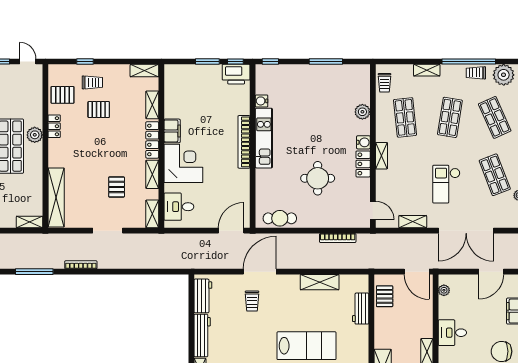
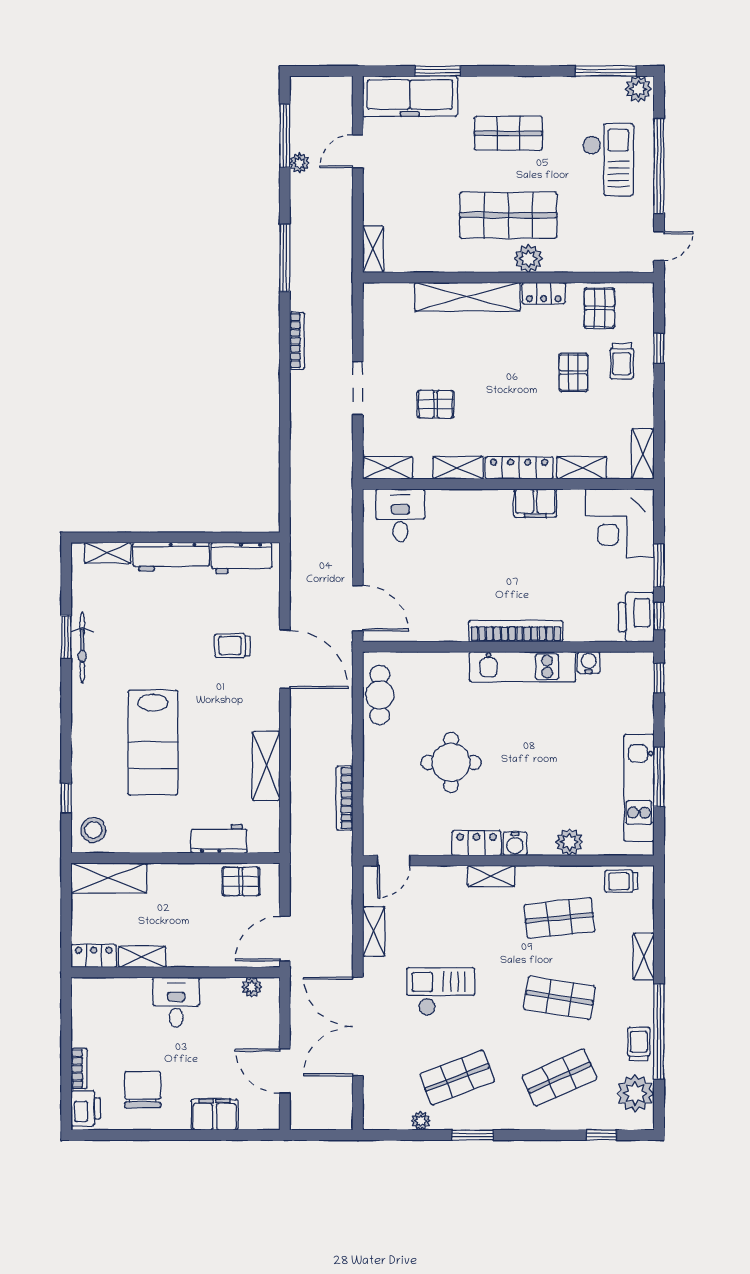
kitchen unit: (332, 73) -> (639, 788), added
corner desk: (183, 163) -> (620, 523), moved, turned 90
shelving: (56, 197) -> (467, 297), moved

